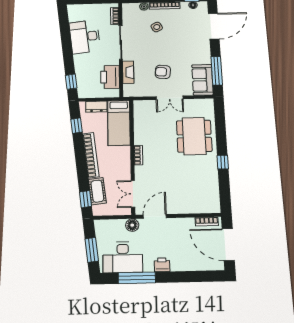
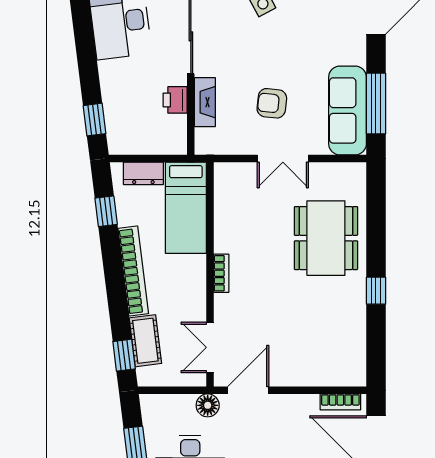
printer: (110, 77) -> (175, 100), width x0.53, depth x0.68
sofa: (202, 80) -> (348, 110), width x1.36

